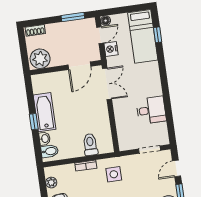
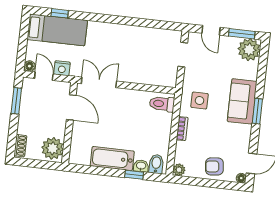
desk: (151, 110) -> (140, 42), removed
window: (34, 122) -> (134, 175), moved
toilet: (90, 144) -> (162, 104), moved
plant: (51, 183) -> (179, 170), moved

